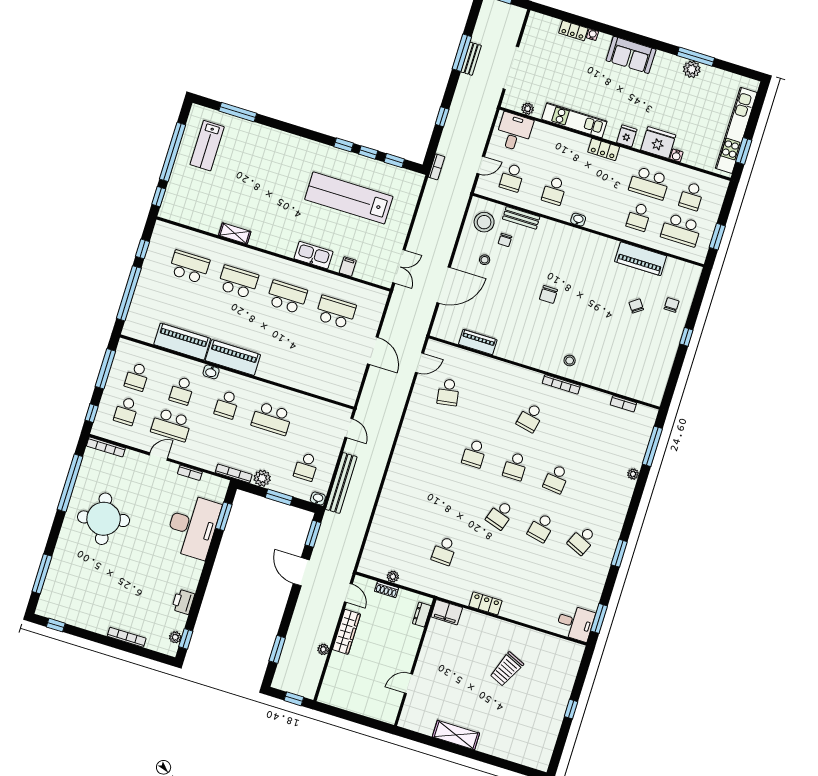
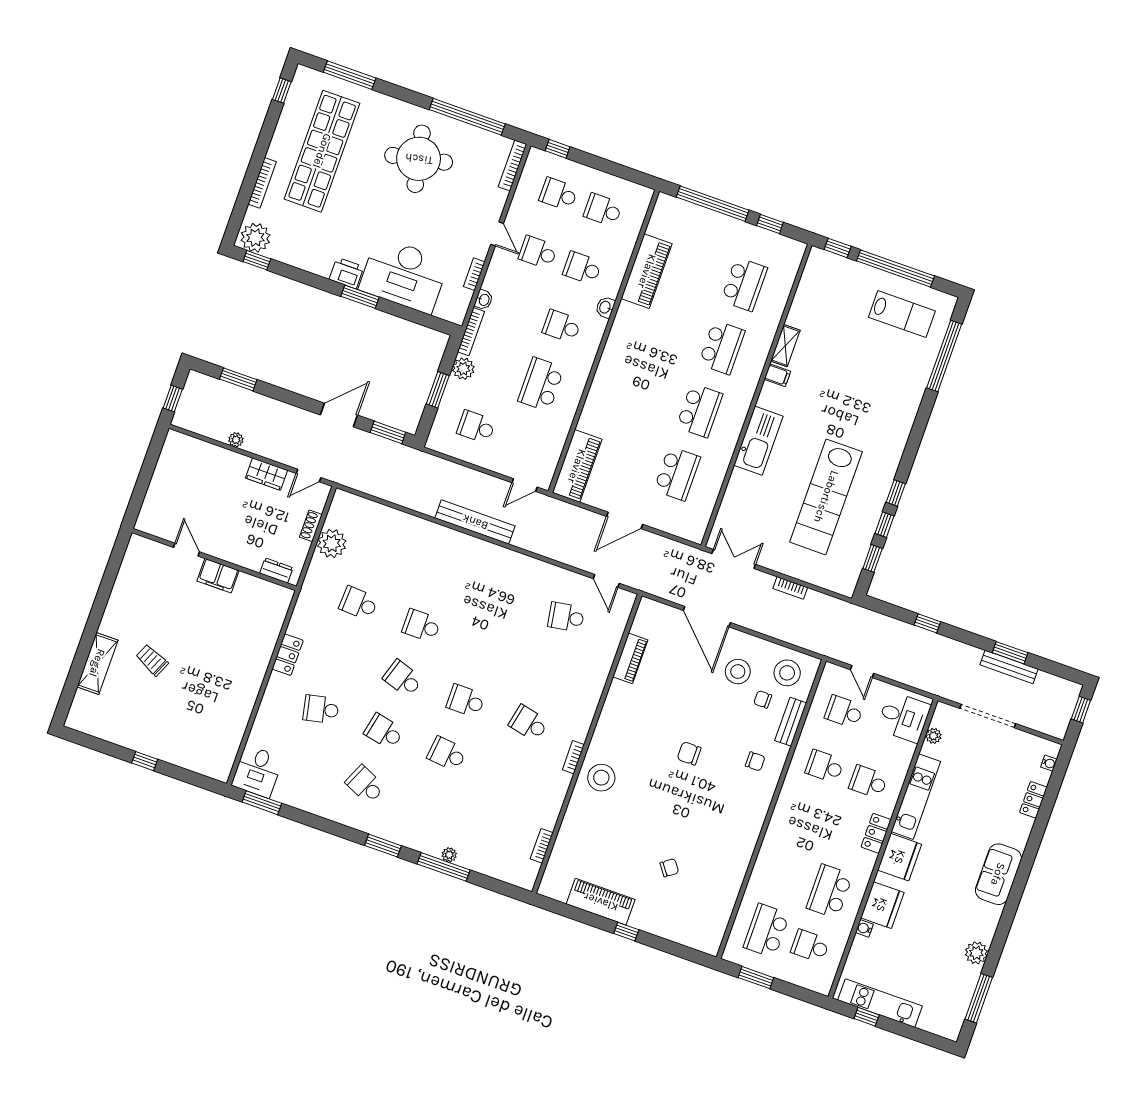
water cooler: (592, 35) -> (1049, 763), moved
window: (462, 53) -> (1010, 653), width x0.69
window: (696, 57) -> (979, 998), moved
bench: (471, 59) -> (1009, 667), width x1.36
window: (238, 112) -> (944, 356), width x1.46
kitchen unit: (736, 130) -> (880, 1003), width x0.73
fridge: (627, 136) -> (900, 857), width x1.88, depth x1.34
lab bench: (207, 146) -> (902, 314), turned 180
window: (744, 151) -> (867, 1017), width x0.67
bookcase: (436, 167) -> (790, 588), moved
lab bench: (349, 198) -> (826, 497), turned 180
school desk: (639, 217) -> (868, 782), moved
washbasin: (578, 220) -> (786, 796), removed
kitchen sink: (313, 255) -> (758, 441), width x1.36, depth x1.24
piano: (641, 259) -> (601, 902), moved, turned 90
stool: (485, 260) -> (738, 672), width x1.89, depth x1.89
double door: (399, 266) -> (734, 559), swing flipped
filing cabinet: (348, 267) -> (777, 375), moved
chair: (672, 305) -> (755, 761), moved
piano: (233, 358) -> (577, 466), moved
stool: (570, 361) -> (601, 778), width x1.89, depth x1.89
window: (105, 369) -> (615, 169), removed
bookcase: (561, 384) -> (573, 757), width x0.64
school desk: (171, 425) -> (538, 252), width x0.54
window: (652, 446) -> (444, 867), moved
school desk: (474, 454) -> (422, 626), moved
bench: (341, 483) -> (475, 522), moved
washbasin: (318, 498) -> (484, 300), moved
window: (224, 516) -> (360, 297), moved
window: (619, 553) -> (383, 846), moved
school desk: (526, 576) -> (321, 709), added
plant: (393, 577) -> (332, 543), width x1.88, depth x1.88
shop shelf: (101, 593) -> (322, 151), added
printer: (183, 602) -> (346, 273), moved
filing cabinet: (447, 612) -> (218, 576), moved, turned -90
wardrobe: (346, 632) -> (266, 474), width x0.67
plant: (175, 637) -> (255, 238), width x1.87, depth x1.87
trolley: (507, 669) -> (152, 660), moved, width x0.73, depth x0.72
shelving: (456, 735) -> (97, 663), moved

